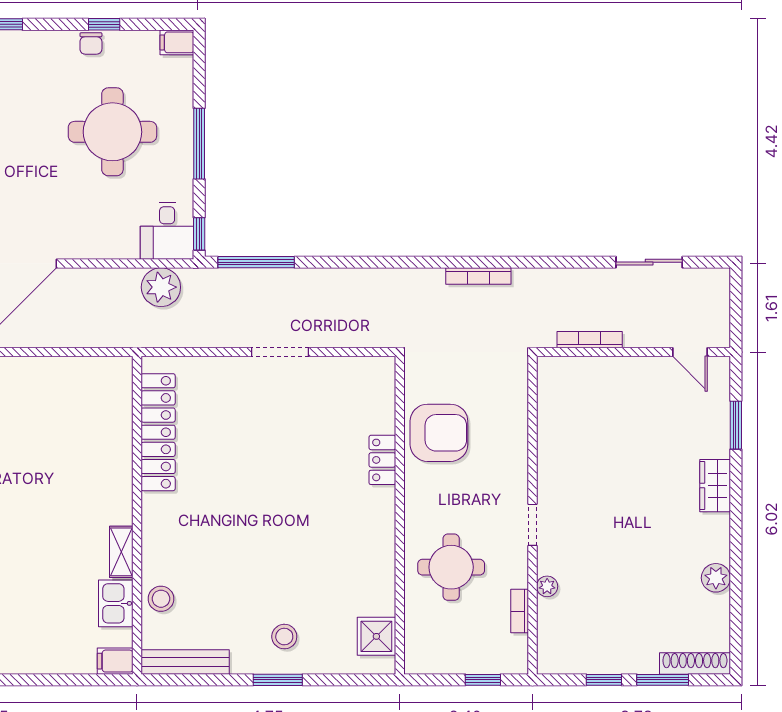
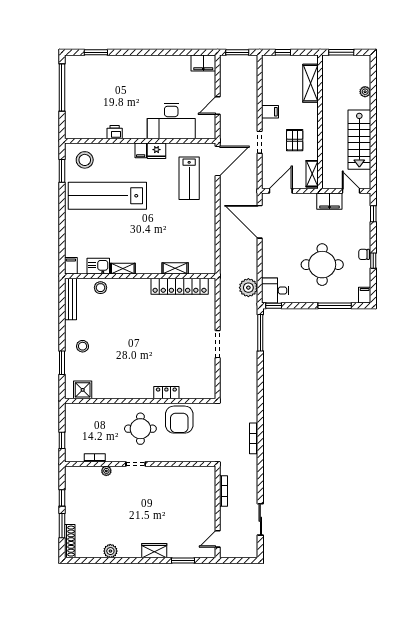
window: (199, 144) -> (335, 306), moved
shelving: (120, 442) -> (175, 268), added
round table: (451, 567) -> (140, 429), moved
window: (278, 680) -> (62, 363), moved

